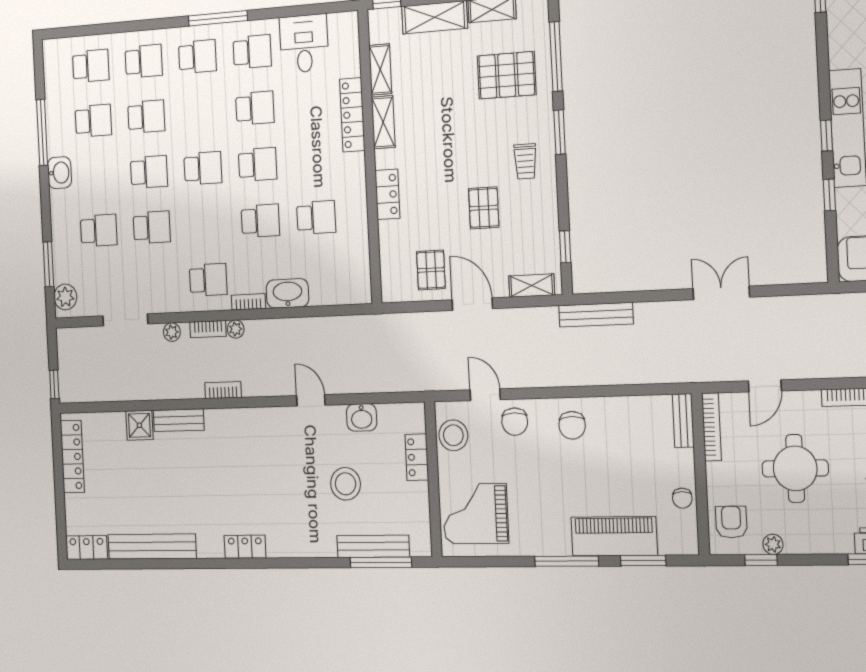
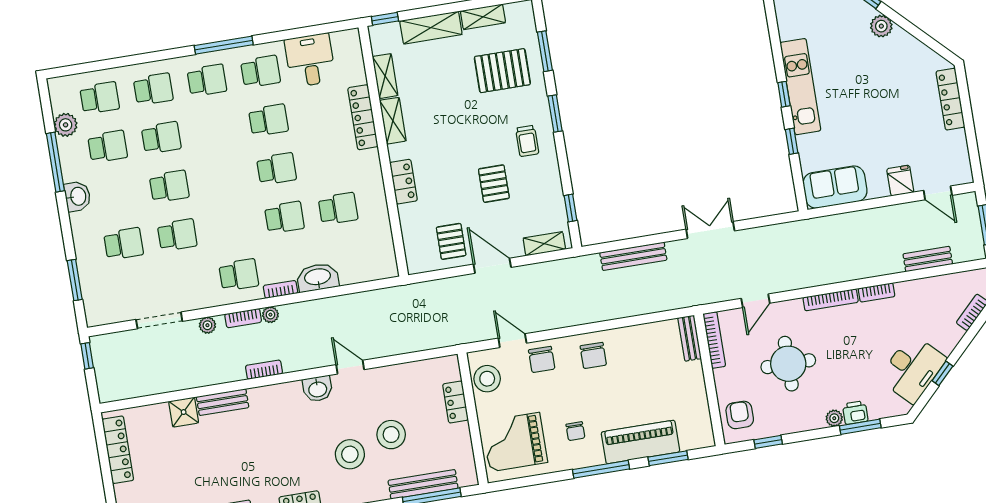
window: (556, 57) -> (545, 51), width x0.69
school desk: (203, 168) -> (223, 178), removed
plant: (65, 297) -> (66, 125), moved
bench: (596, 315) -> (633, 256), moved
window: (54, 384) -> (87, 356), moved
washbasin: (362, 417) -> (318, 389), moved
chair: (682, 498) -> (575, 431), moved
stool: (301, 499) -> (350, 454), added
plant: (773, 544) -> (834, 418), moved

